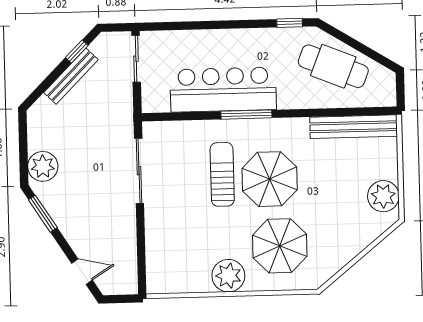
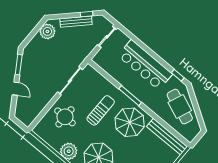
bar counter: (223, 90) -> (145, 65), moved, turned 180
plant: (43, 166) -> (47, 31), moved
parasol: (270, 179) -> (130, 122), moved
round table: (178, 230) -> (65, 117), added
door: (82, 272) -> (16, 89), moved

